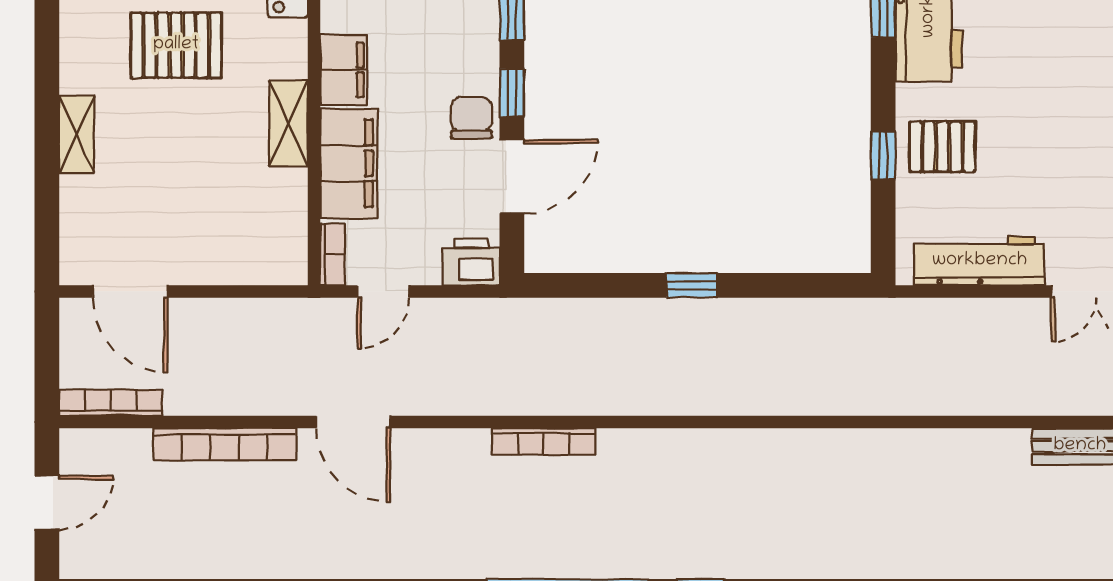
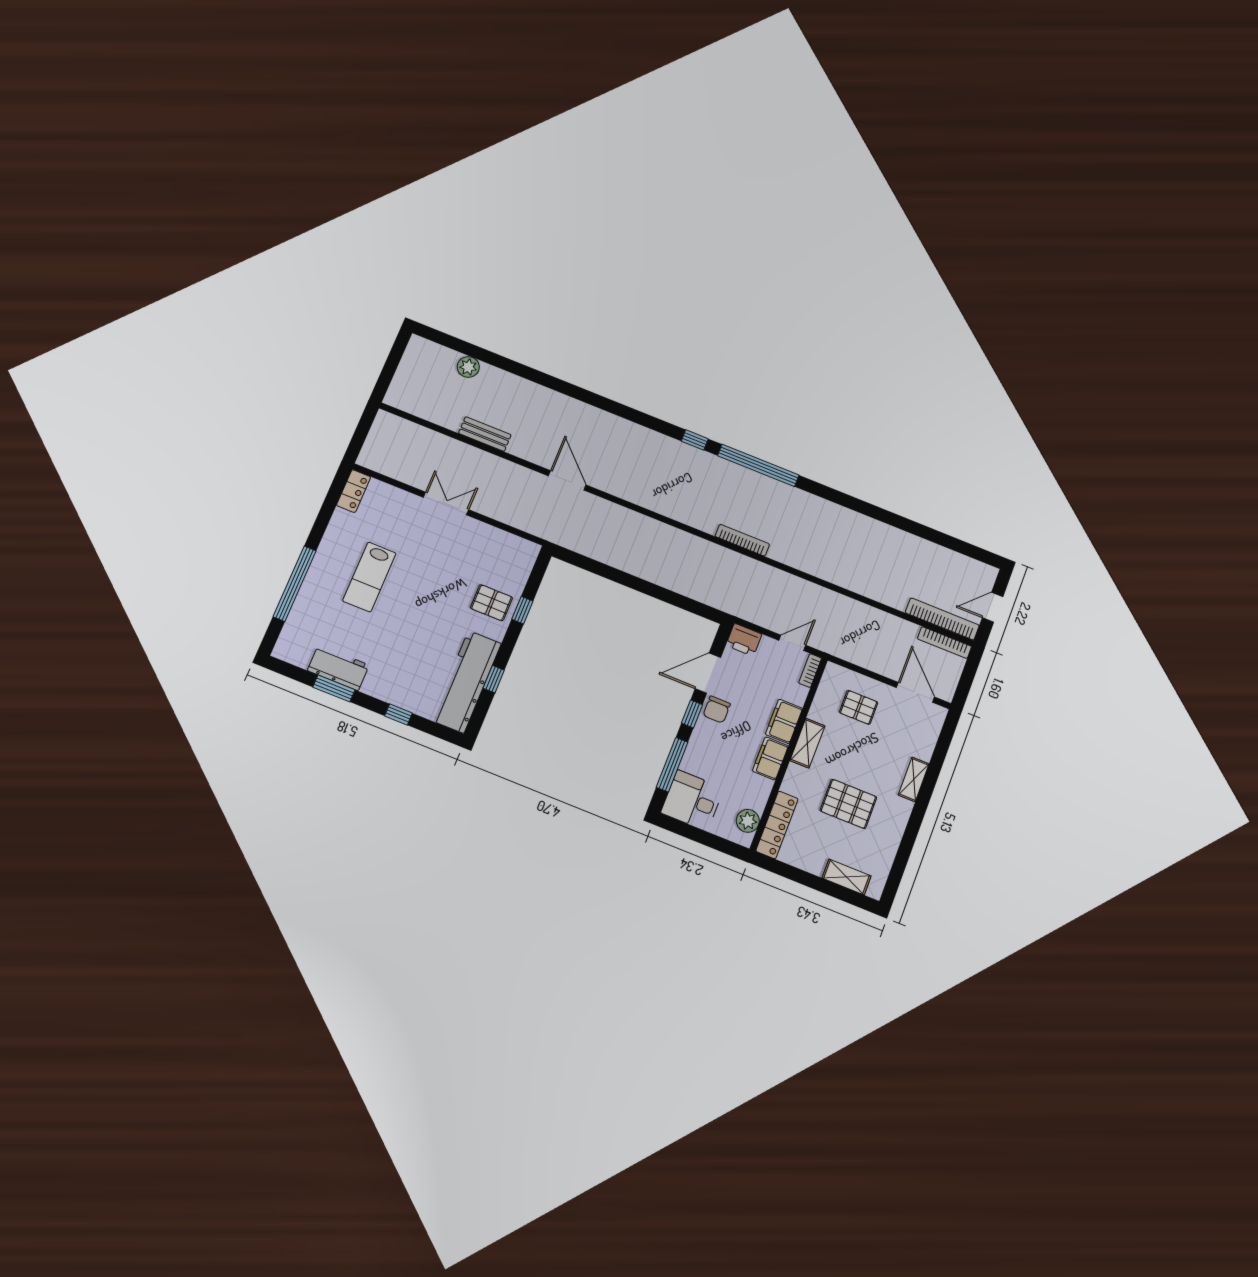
filing cabinet: (349, 163) -> (784, 721), width x0.67, depth x0.86
pallet: (222, 223) -> (859, 707), added
workbench: (980, 261) -> (496, 541), removed
window: (692, 285) -> (641, 585), removed
door: (353, 422) -> (567, 480), moved
bookcase: (225, 444) -> (942, 619), moved

